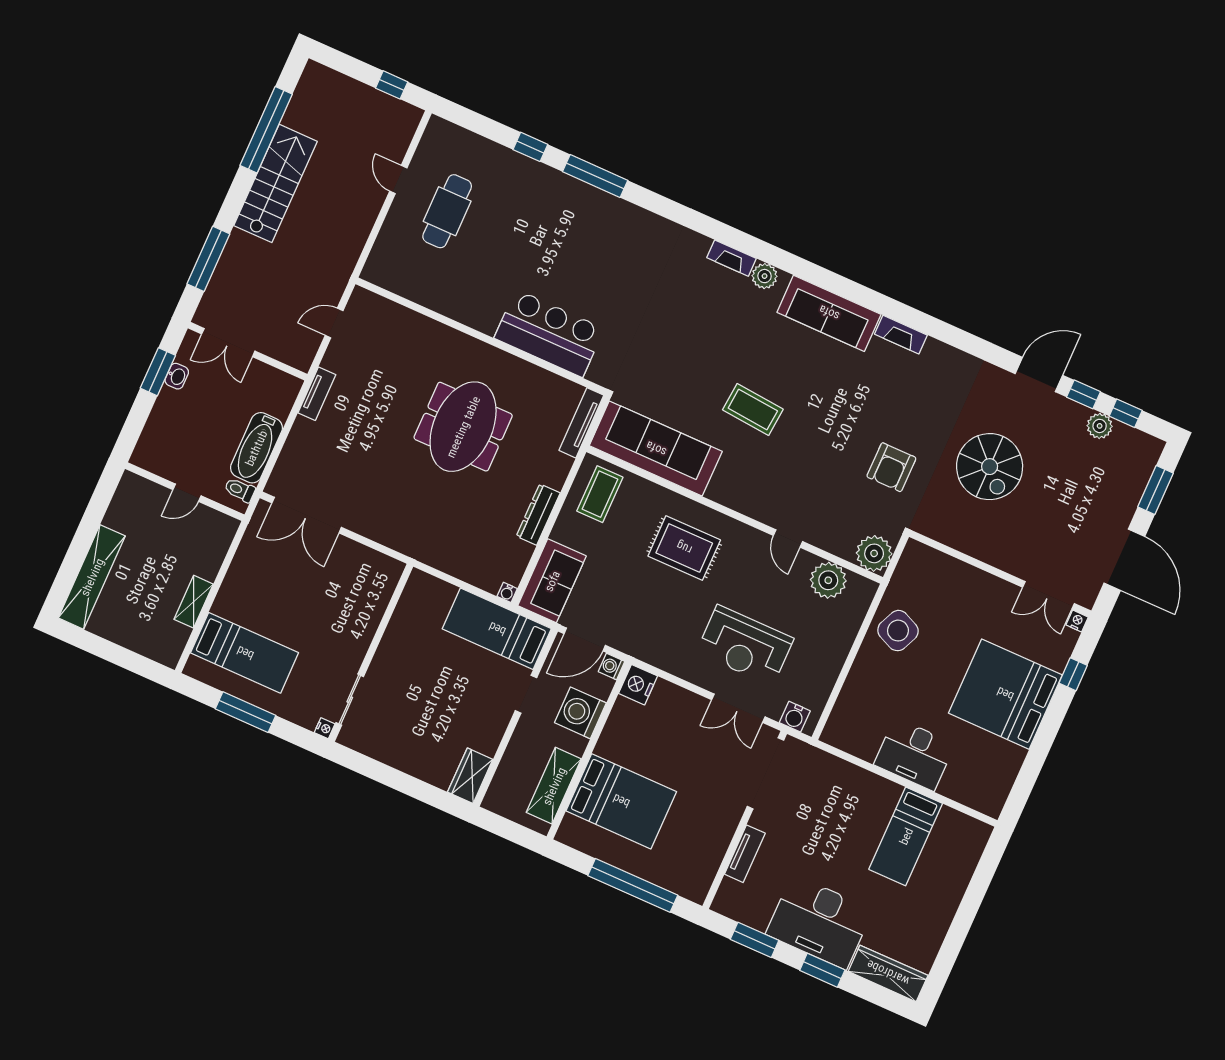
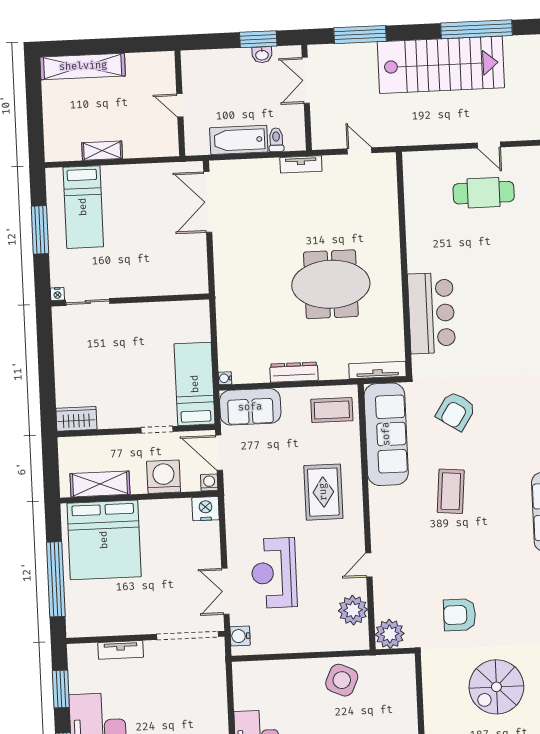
door: (398, 179) -> (489, 145), swing flipped
stairs: (275, 183) -> (441, 65), width x1.36, depth x1.51
armchair: (669, 360) -> (456, 411), added
toilet: (240, 490) -> (276, 140), moved
bed: (621, 801) -> (104, 540), width x1.36

